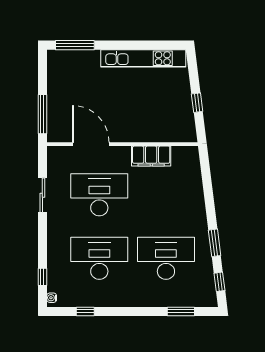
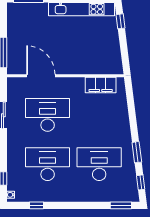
window: (197, 103) -> (121, 21), moved
filing cabinet: (151, 156) -> (101, 85), moved
window: (181, 311) -> (121, 205), moved

